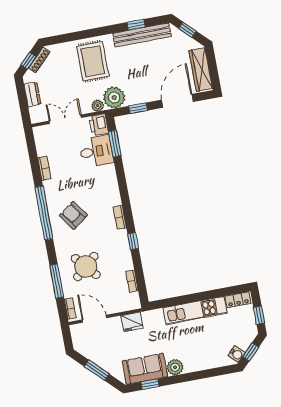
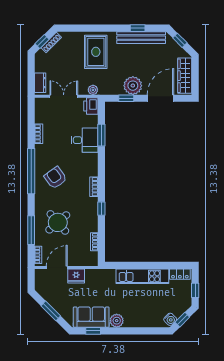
dresser: (32, 94) -> (40, 83), moved
plant: (114, 98) -> (133, 86), moved
window: (115, 144) -> (101, 135), moved
desk: (96, 151) -> (85, 140), moved
door: (94, 319) -> (57, 267), hinge flipped
fridge: (132, 322) -> (76, 276), moved

